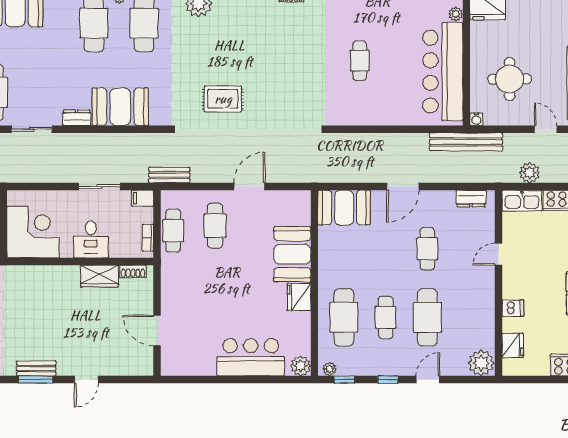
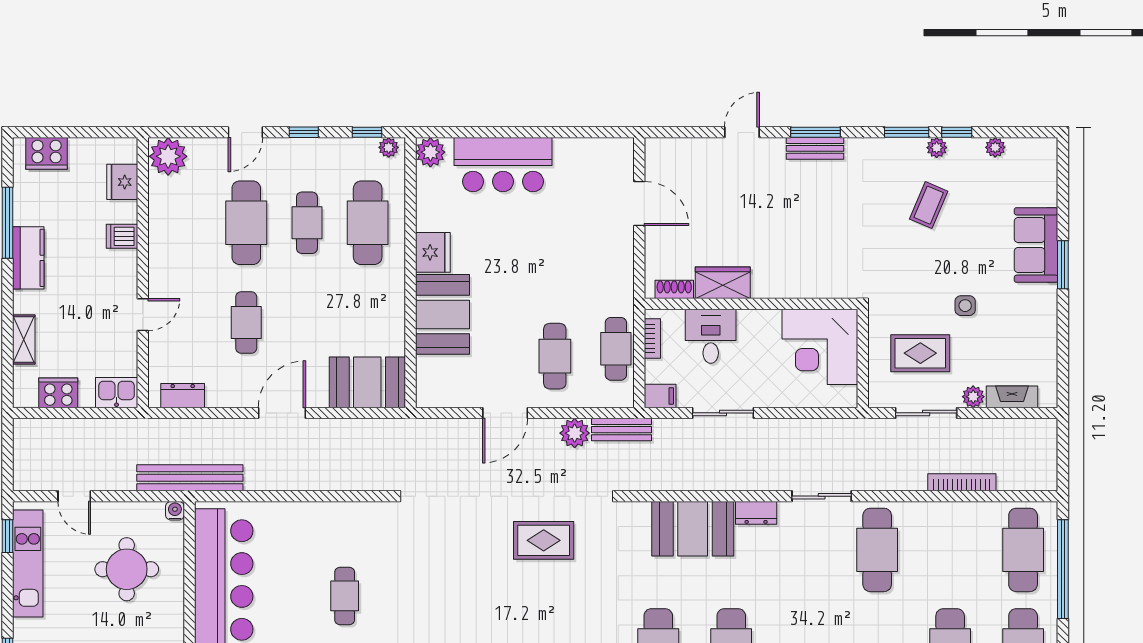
plant: (529, 173) -> (575, 433), moved
kitchen sink: (522, 201) -> (117, 393), width x0.73
desk: (91, 239) -> (711, 336), moved

